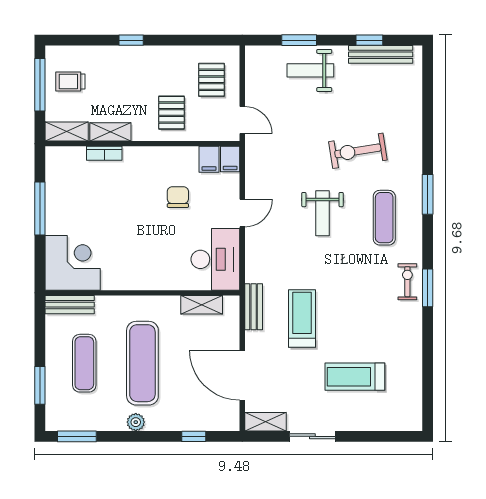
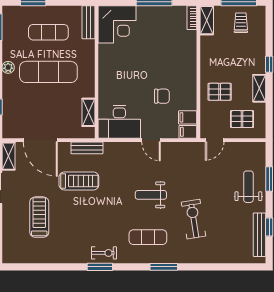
shelving: (110, 132) -> (259, 88), moved
bookcase: (104, 153) -> (192, 18), moved
door: (242, 375) -> (40, 140), swing flipped

